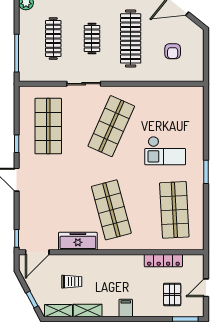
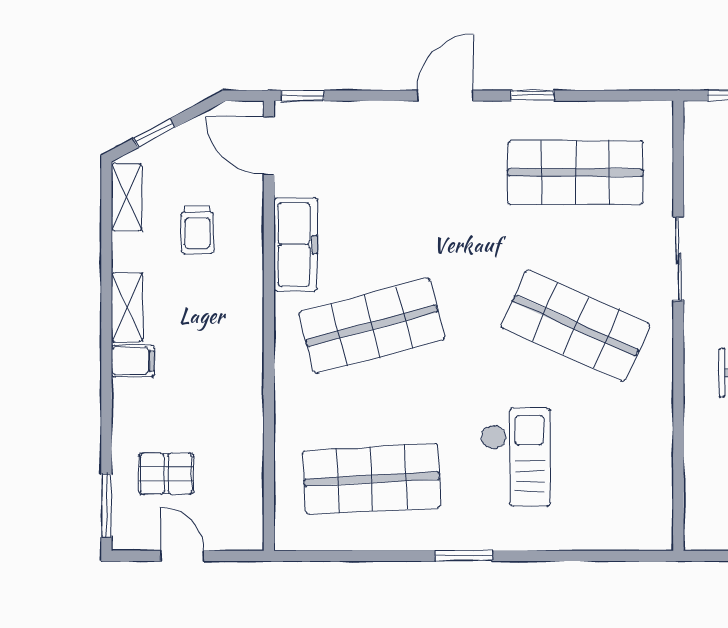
checkout: (165, 151) -> (516, 457), turned 180
locker: (163, 261) -> (249, 452), removed
shelving: (88, 311) -> (127, 307), moved

